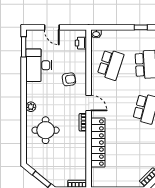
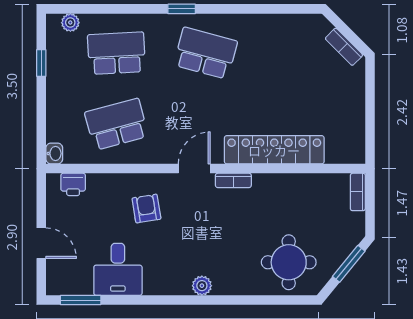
door: (52, 27) -> (41, 243), hinge flipped
desk: (39, 65) -> (118, 269), width x0.73
school desk: (111, 65) -> (117, 124), turned -33
round table: (46, 130) -> (289, 262), moved

